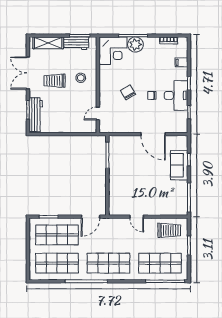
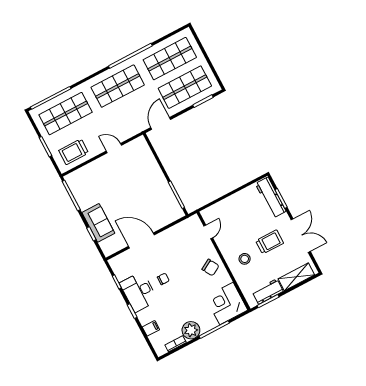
plant: (135, 45) -> (191, 330), moved
chair: (128, 92) -> (210, 267), moved

